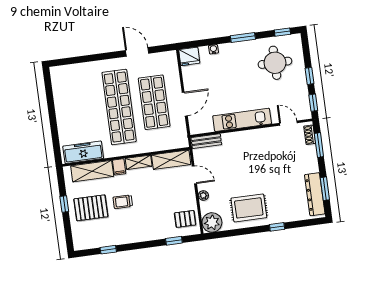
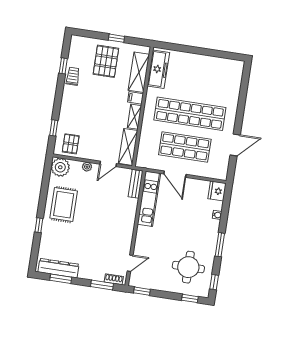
window: (310, 76) -> (190, 298), moved
kitchen unit: (242, 120) -> (149, 199), moved
trolley: (123, 202) -> (73, 76), moved

